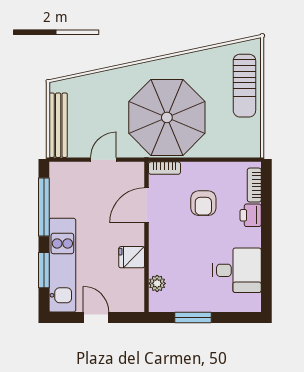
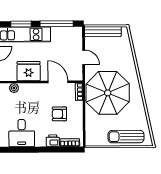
fridge: (132, 257) -> (29, 71), width x1.88, depth x1.34

